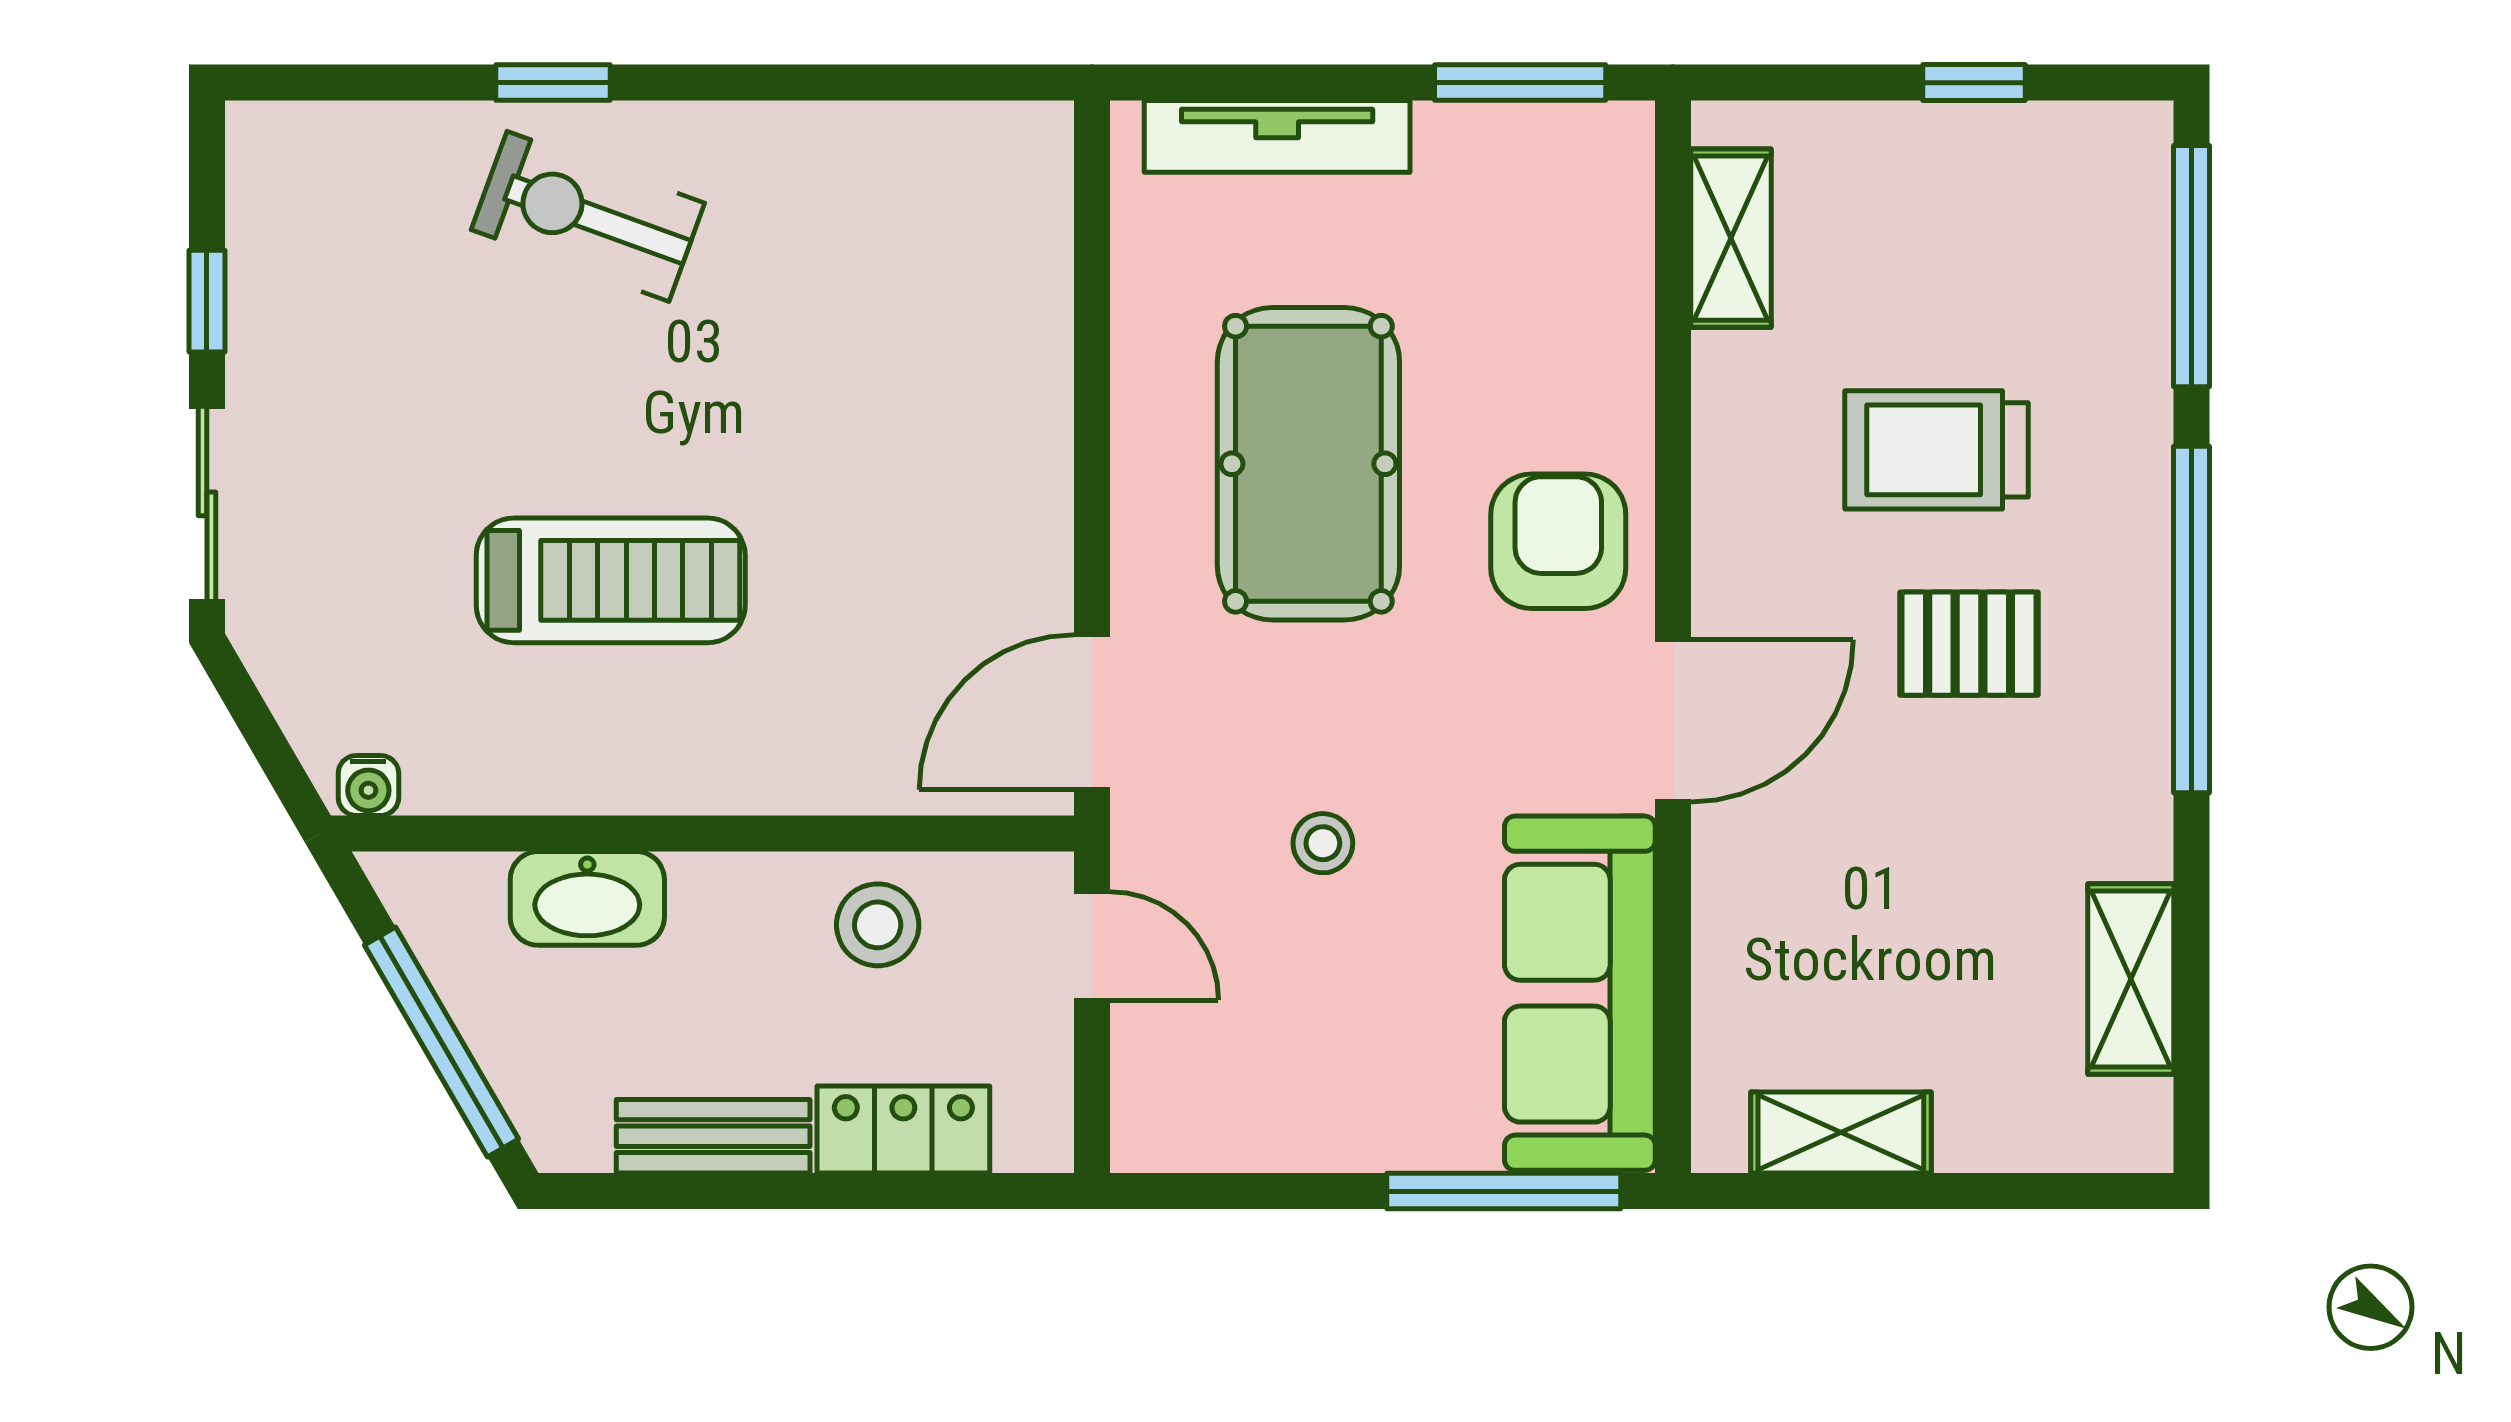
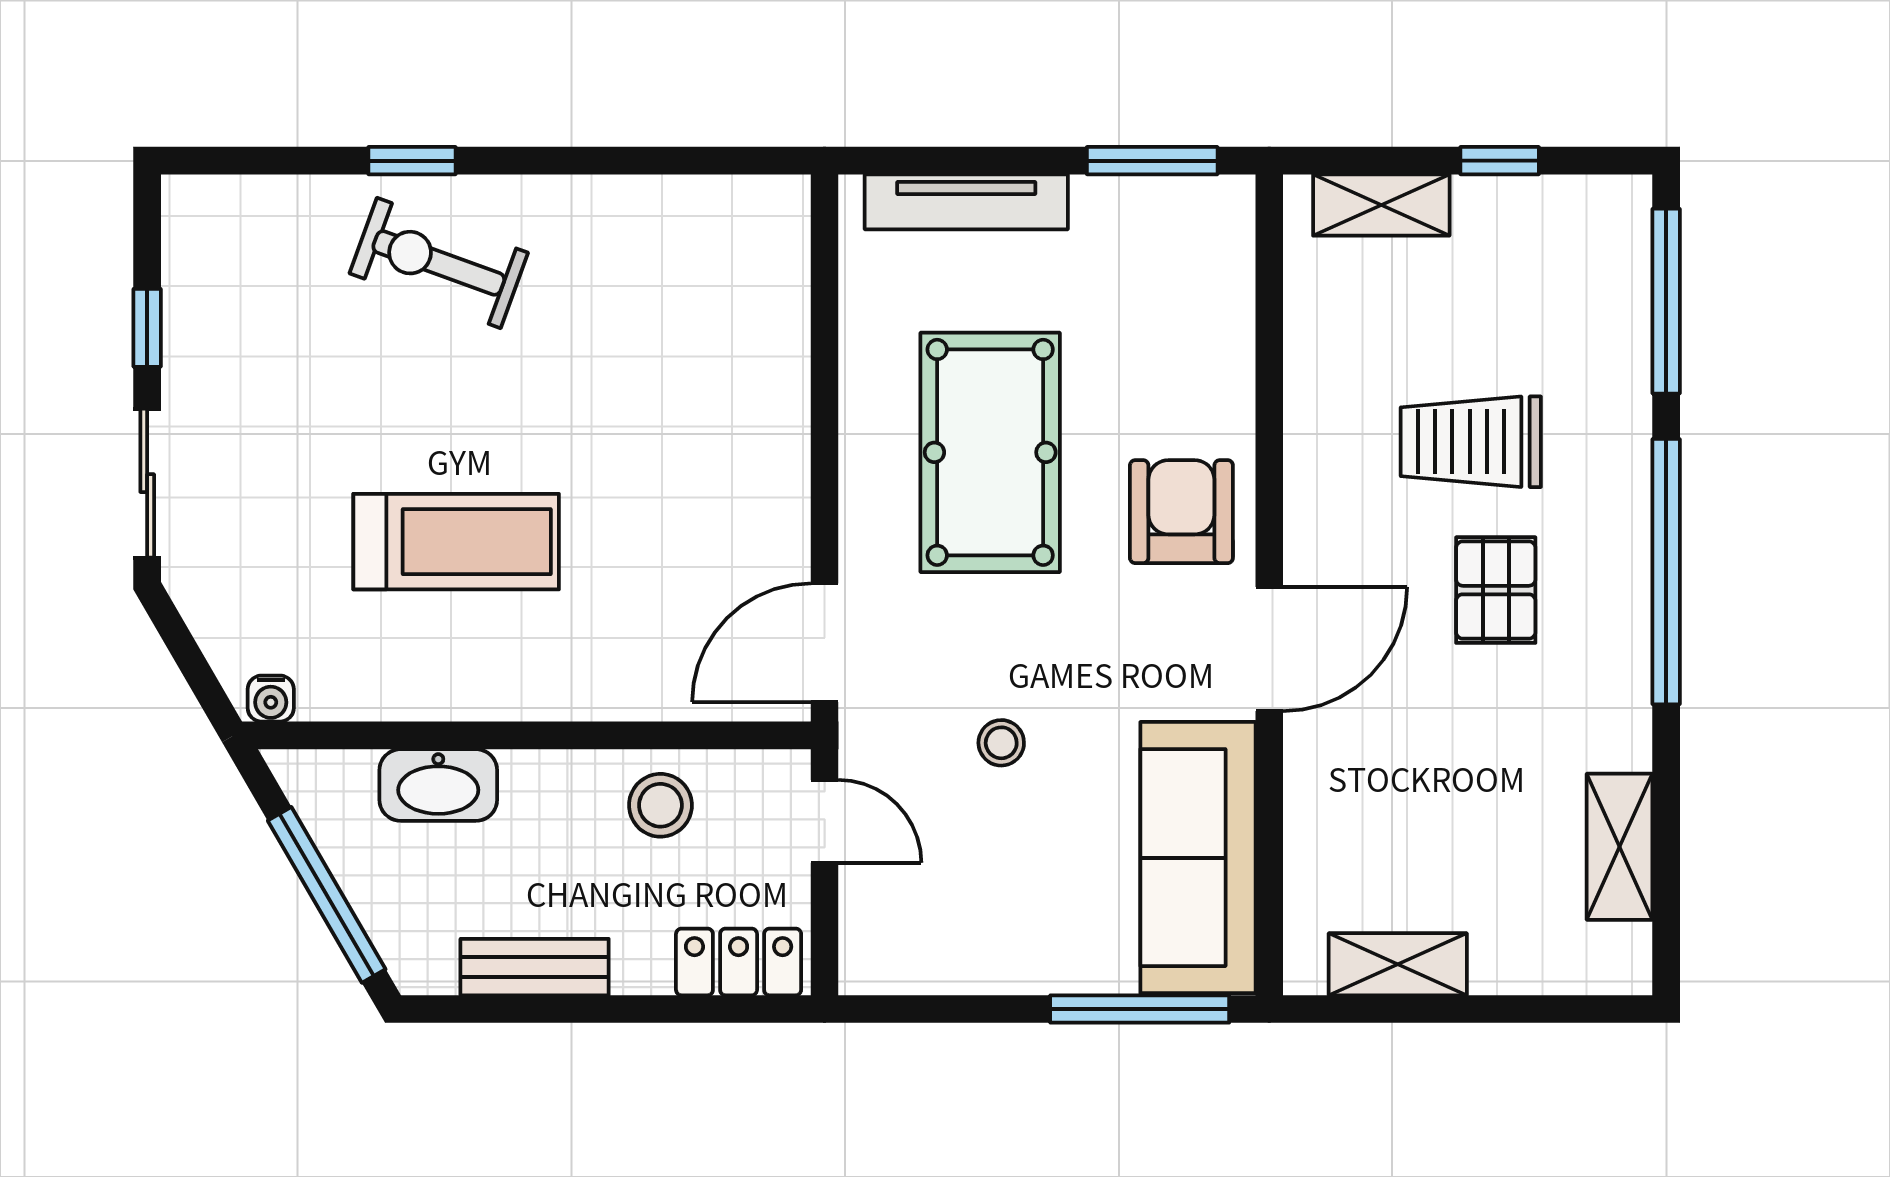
shelving: (1731, 238) -> (1381, 205), moved, turned 90
pallet: (1969, 644) -> (1496, 590), turned 90
locker: (903, 1130) -> (739, 962), moved

